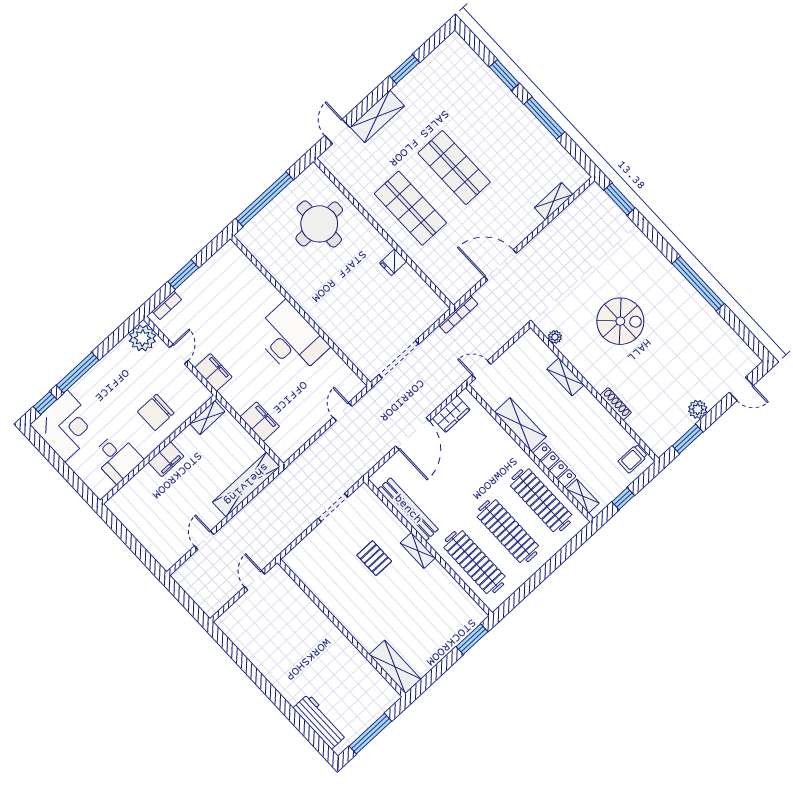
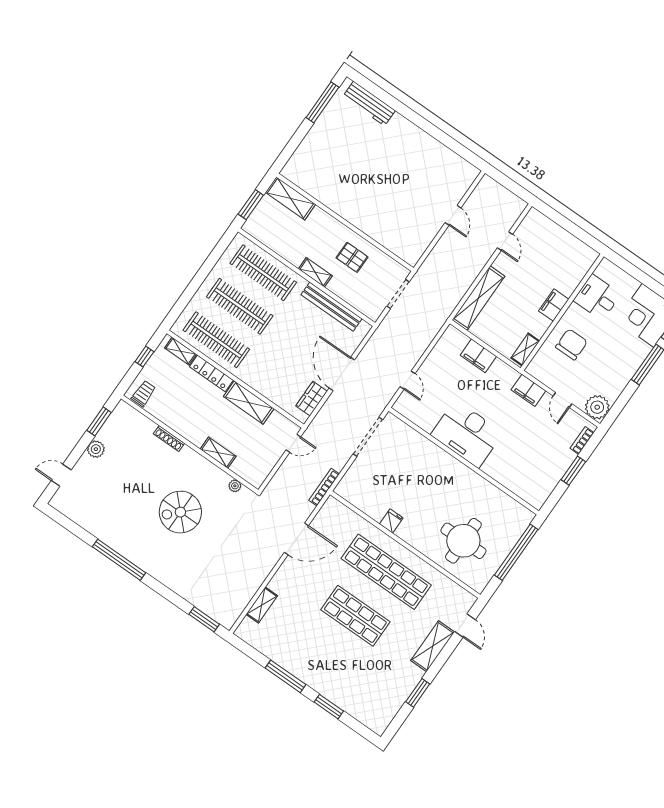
shop shelf: (410, 208) -> (386, 572), width x1.40
wall: (341, 628) -> (345, 222), moved
shelving: (395, 667) -> (290, 198), moved

